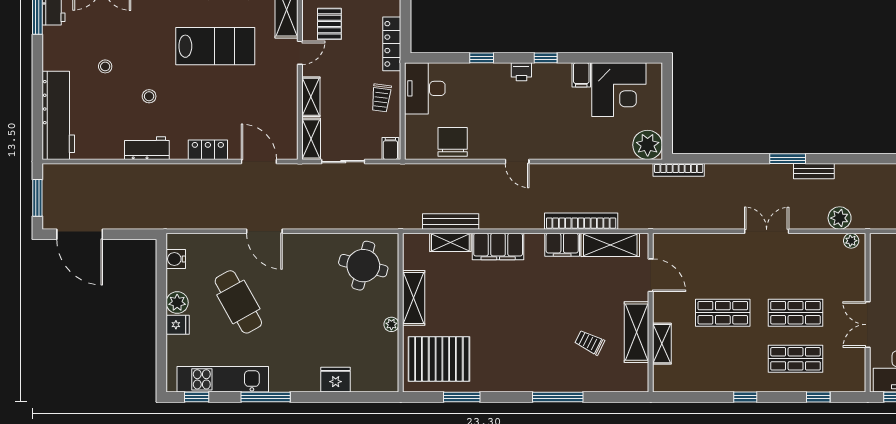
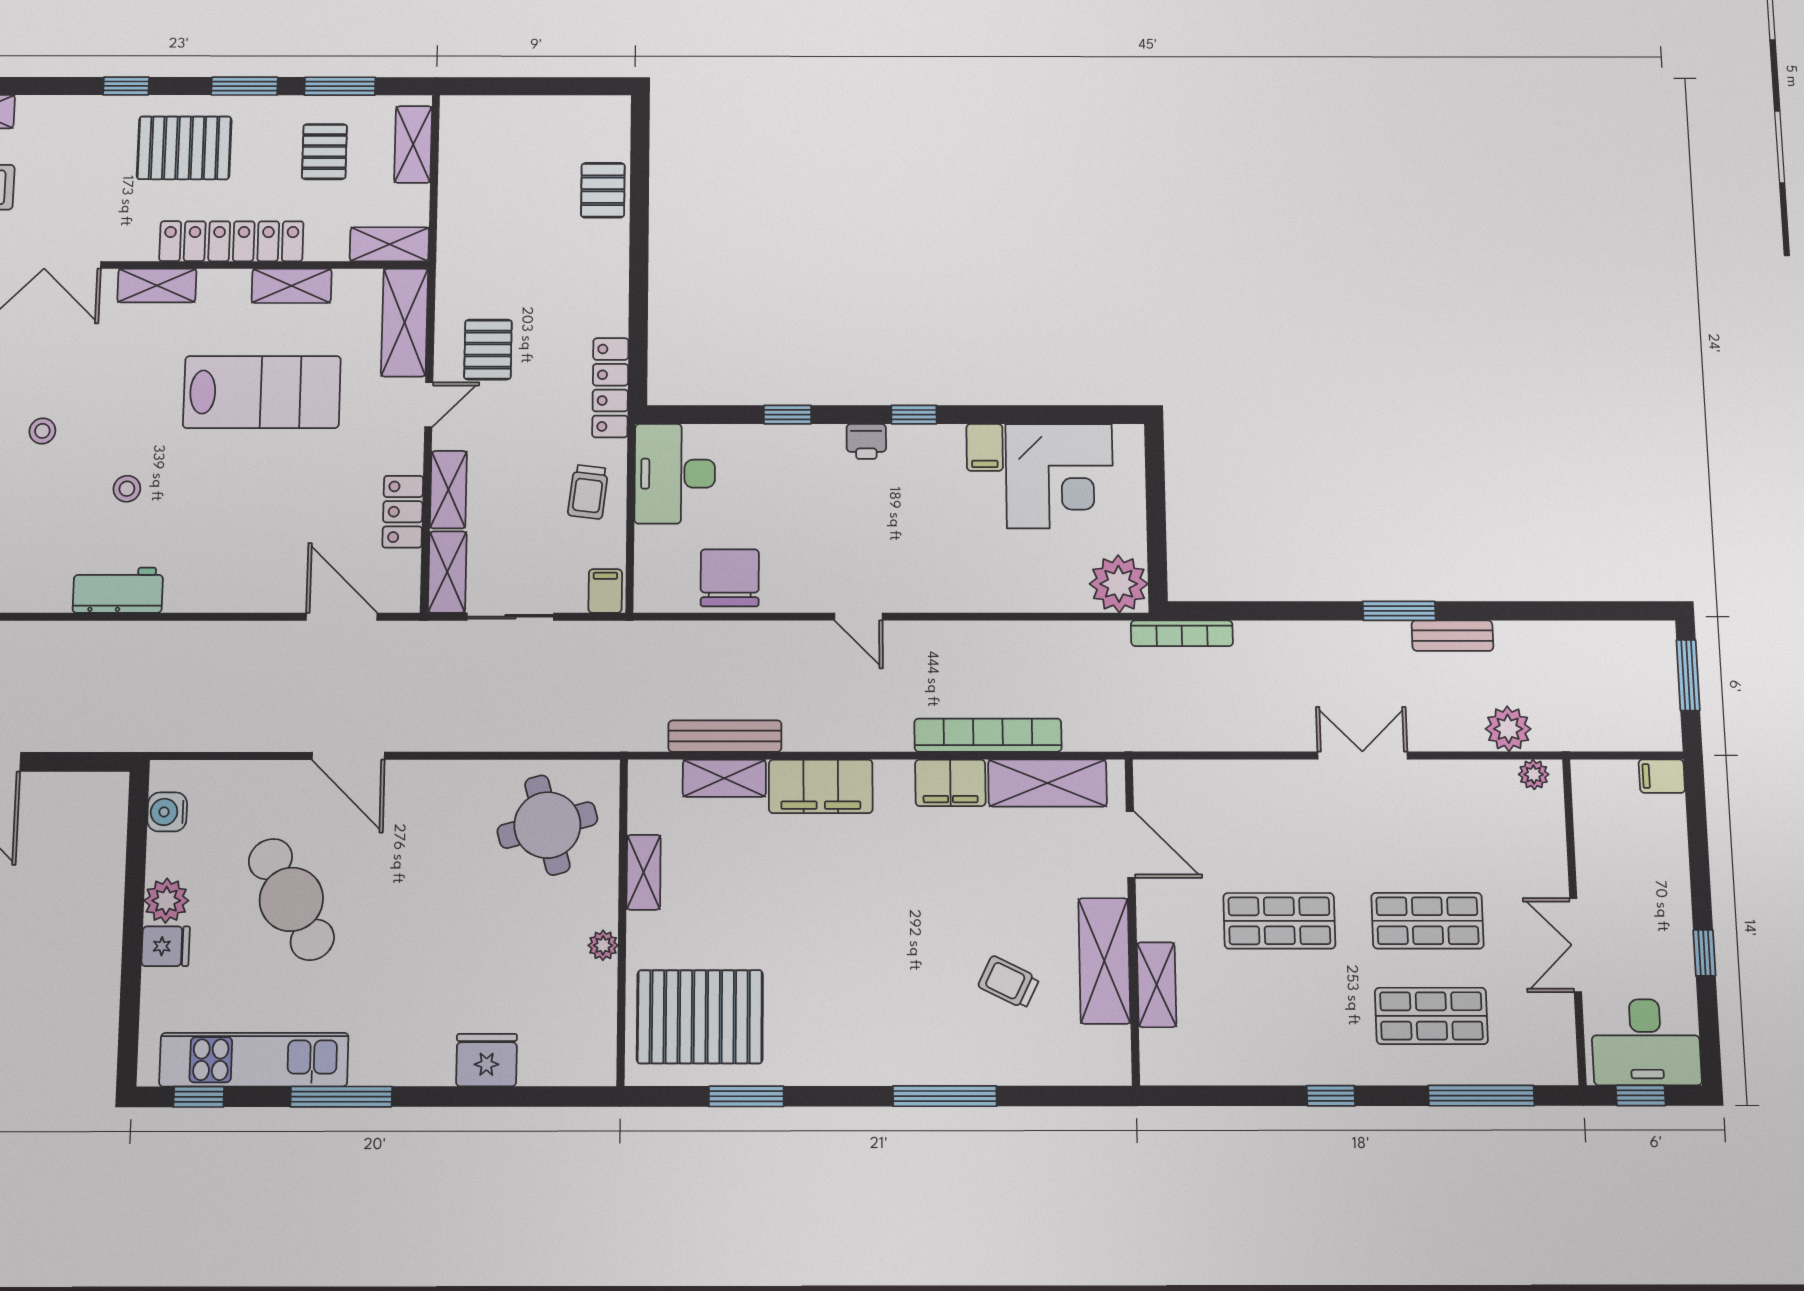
locker: (208, 150) -> (403, 512), moved, turned -90
round table: (363, 266) -> (547, 825), turned -30
shelving: (414, 298) -> (644, 872), width x0.67, depth x0.75
window: (818, 397) -> (1481, 1096), width x2.17

